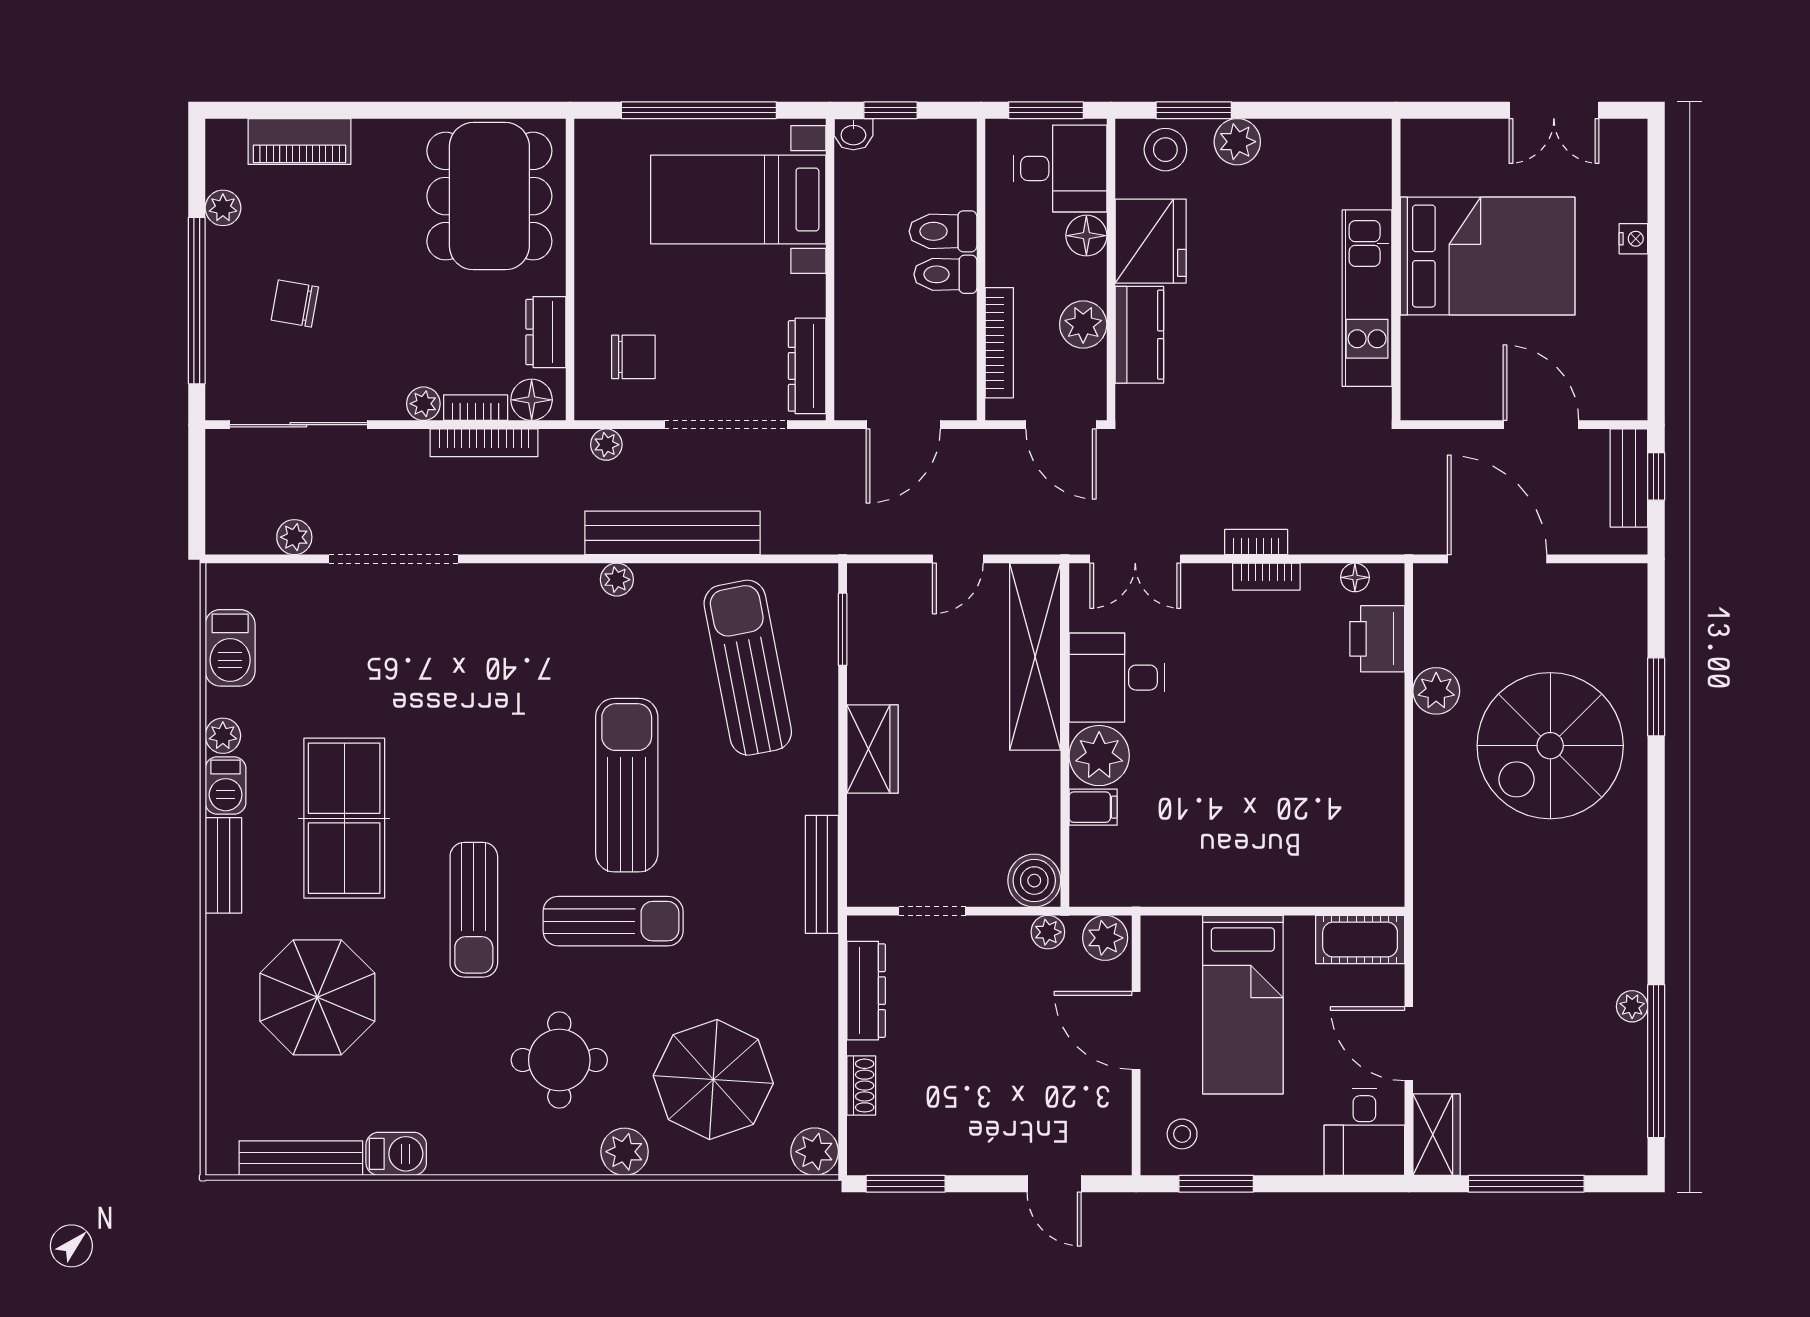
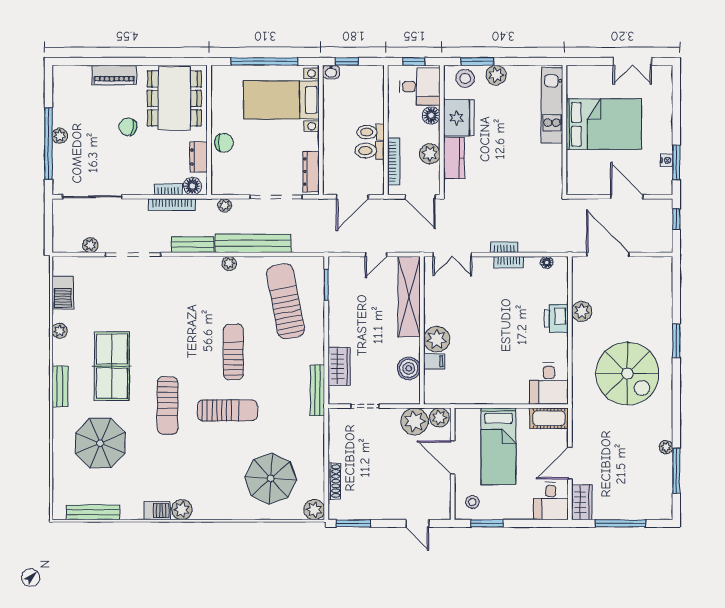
window: (1046, 110) -> (414, 61), width x0.67
piano: (299, 142) -> (114, 75), moved
plant: (223, 208) -> (60, 136), moved
toilet: (943, 231) -> (369, 151), moved
nightstand: (1633, 239) -> (667, 160), moved
kitchen unit: (1367, 298) -> (552, 105), moved
chair: (295, 304) -> (128, 127), moved
window: (1656, 345) -> (676, 162), added
chair: (633, 357) -> (224, 143), moved
plant: (423, 404) -> (146, 188), removed
bench: (1629, 478) -> (193, 245), moved, turned 90
printer: (1377, 639) -> (556, 319), moved
desk: (1117, 678) -> (549, 384), moved, turned -90
window: (1656, 697) -> (676, 341), moved
spiral stairs: (1550, 746) -> (627, 374), moved, turned -90
wardrobe: (872, 749) -> (339, 366), moved
barbecue: (226, 785) -> (61, 352), removed
sun lounger: (627, 785) -> (233, 352), width x0.73, depth x0.75
boiler: (1034, 881) -> (409, 368), moved
plant: (1048, 932) -> (415, 421), width x1.87, depth x1.87
dresser: (866, 991) -> (336, 440), removed
door: (1409, 1044) -> (570, 463), hinge flipped
round table: (559, 1060) -> (204, 470), removed
window: (1656, 1061) -> (676, 471), width x0.68
shoe rack: (861, 1086) -> (334, 481), width x1.43
plant: (625, 1152) -> (182, 510), moved
barbecue: (396, 1154) -> (157, 511), moved

